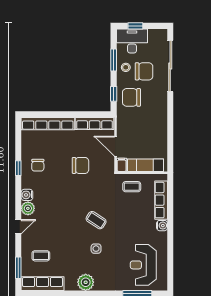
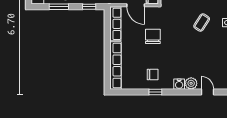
door: (115, 146) -> (136, 5), hinge flipped

